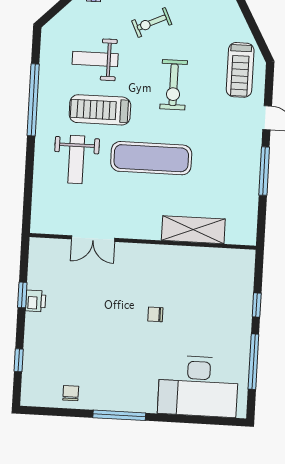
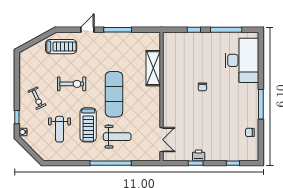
window: (33, 100) -> (111, 163), moved
double door: (93, 239) -> (161, 140), moved

